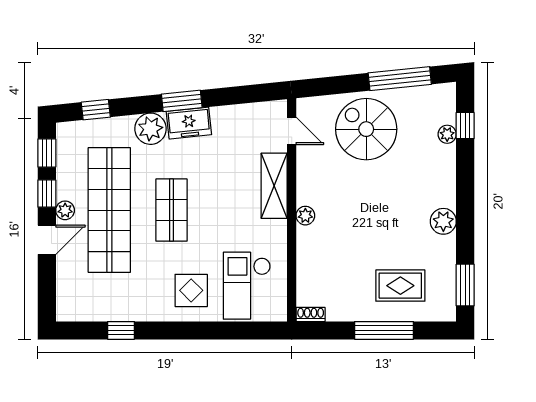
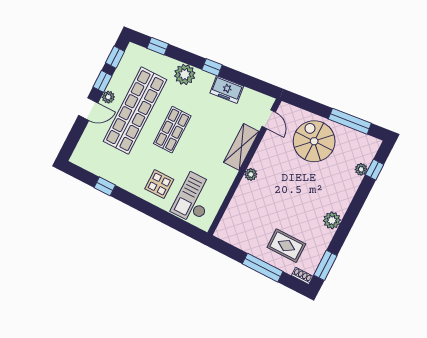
window: (182, 101) -> (212, 67), width x0.67
freezer: (189, 123) -> (227, 90), moved
shoe rack: (311, 314) -> (302, 276), moved

